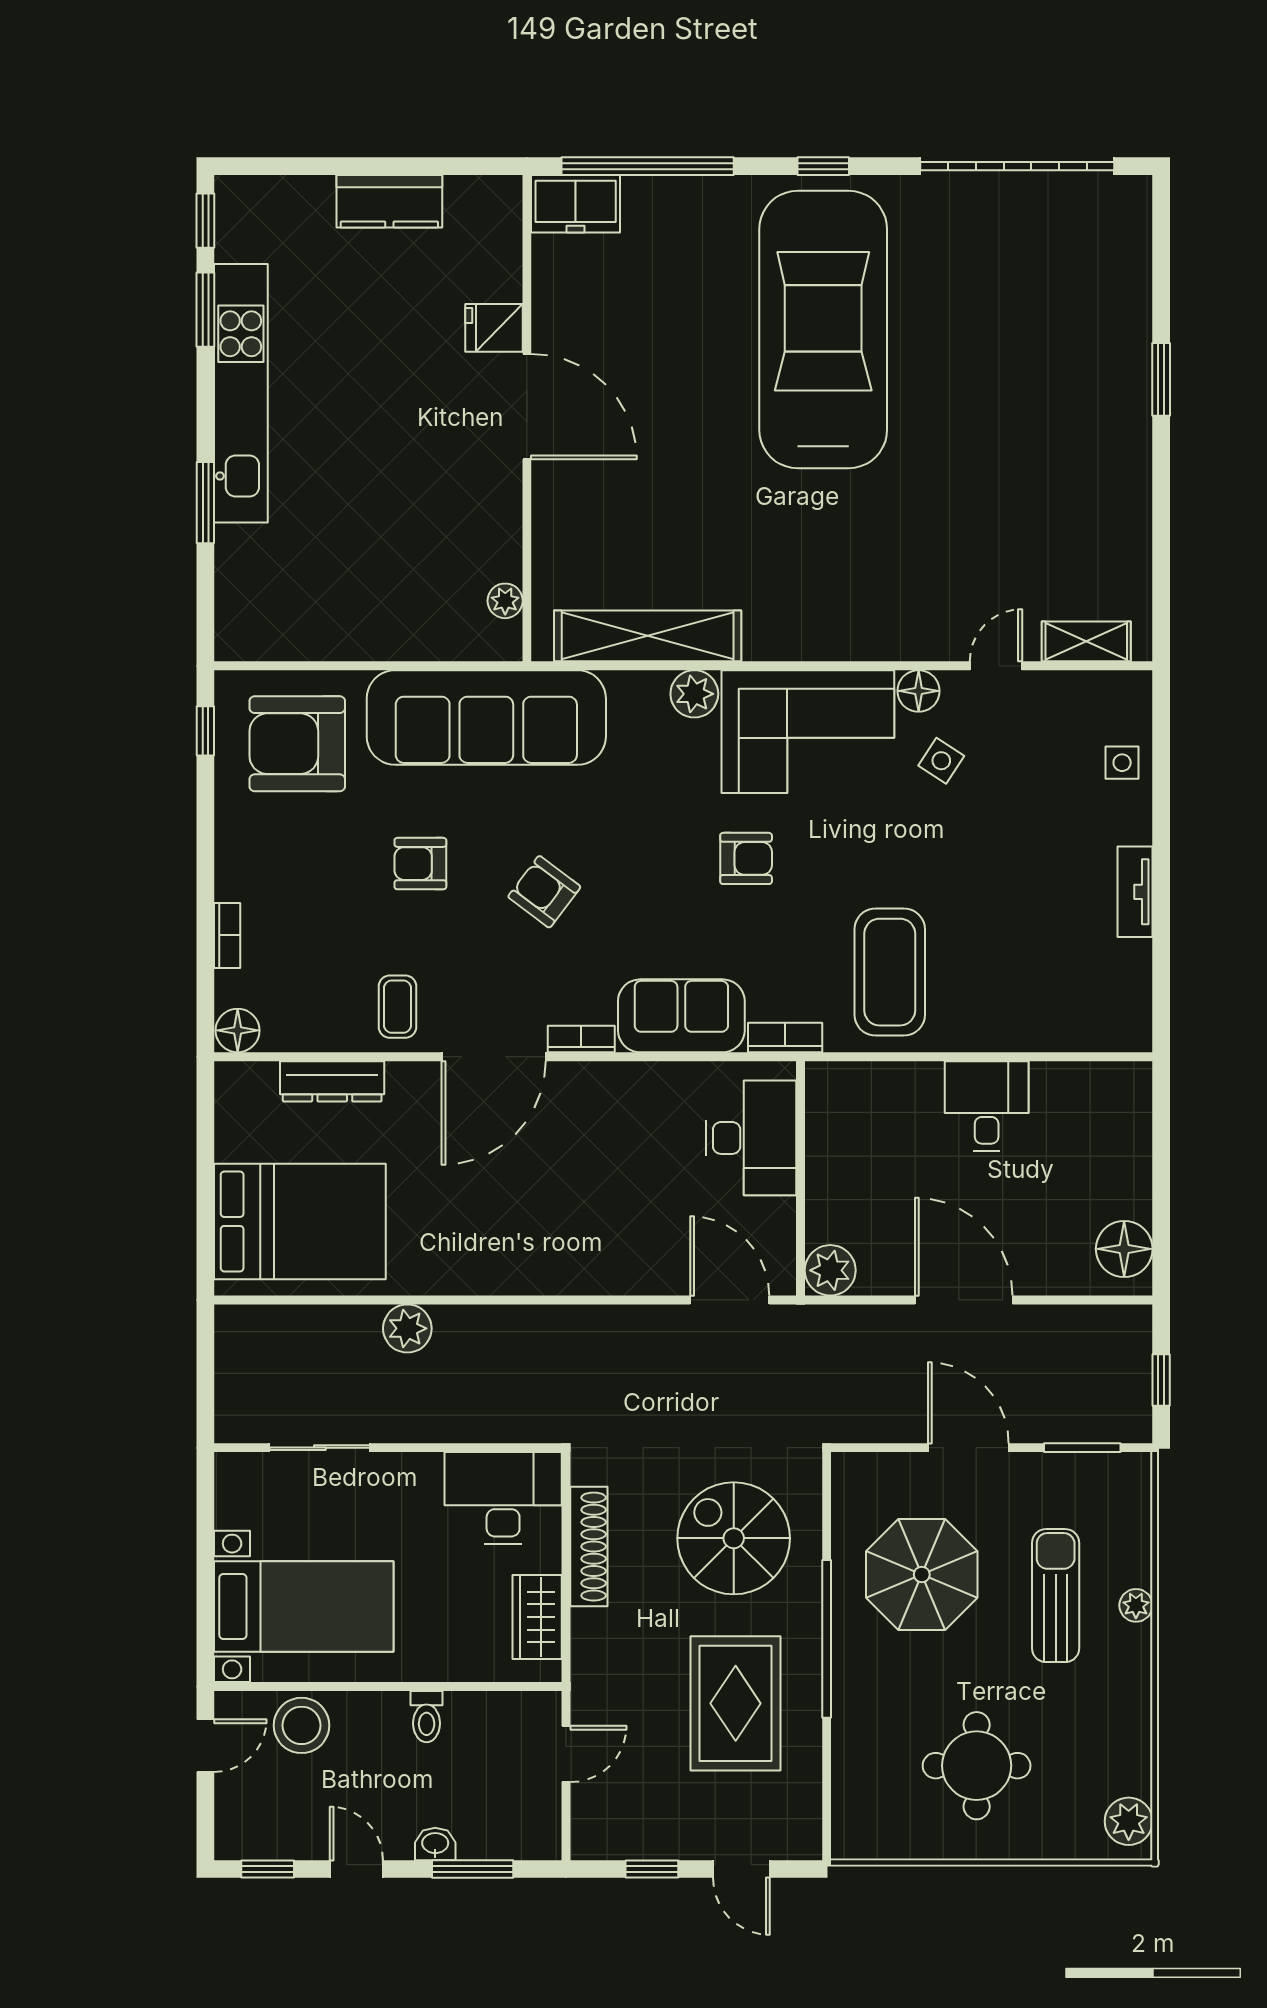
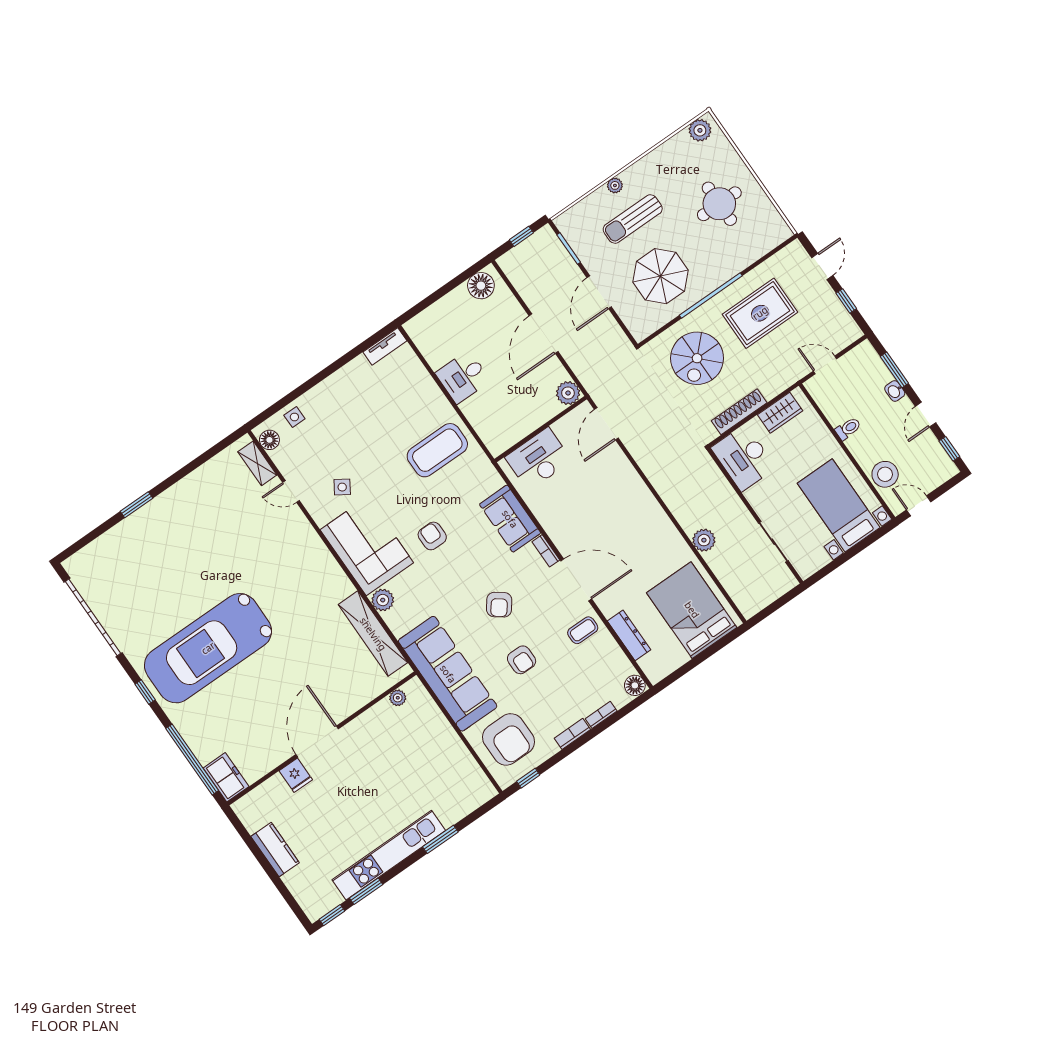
floor lamp: (919, 691) -> (269, 440), moved
tv unit: (1135, 892) -> (385, 346), moved
bookcase: (785, 1037) -> (572, 734), moved, turned 90

